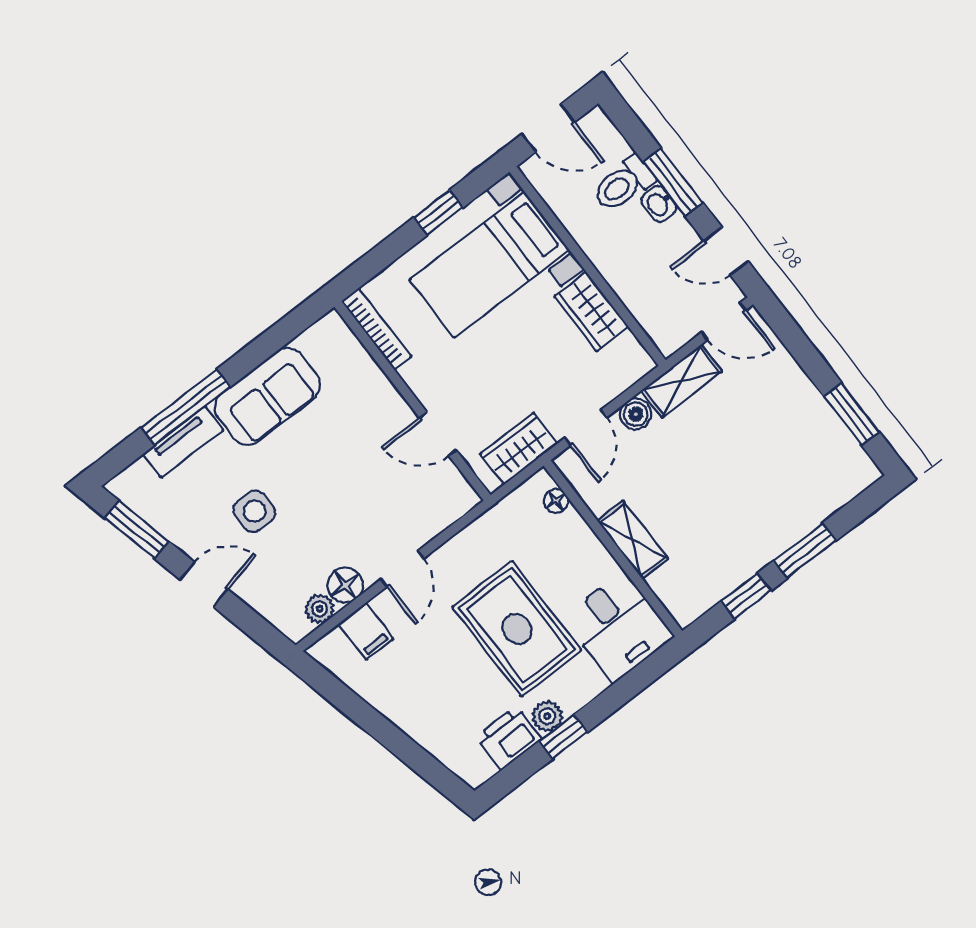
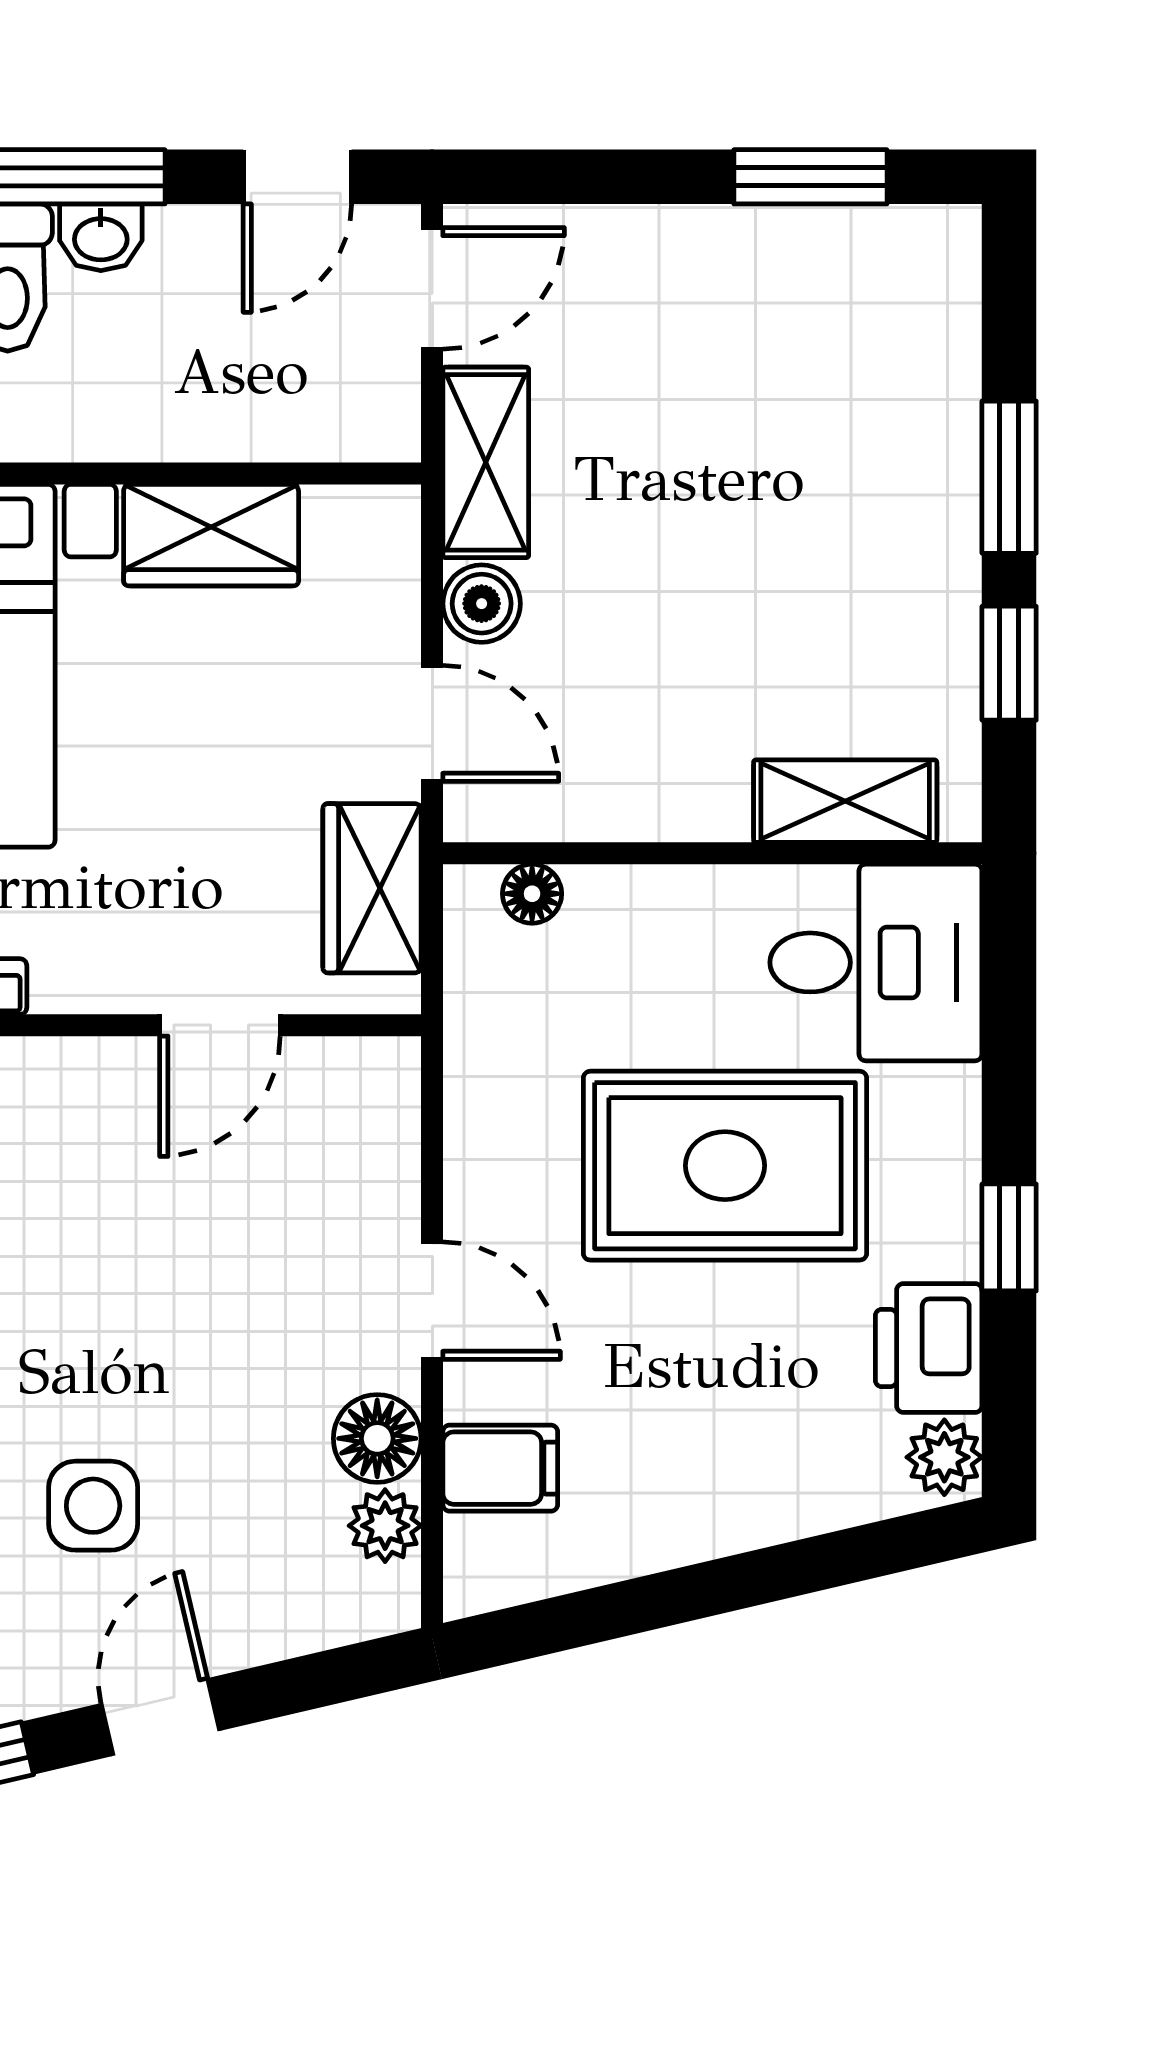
shelving: (632, 540) -> (845, 801), moved
plant: (547, 716) -> (944, 1457), moved

